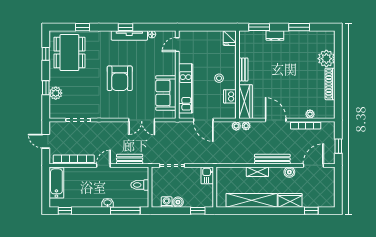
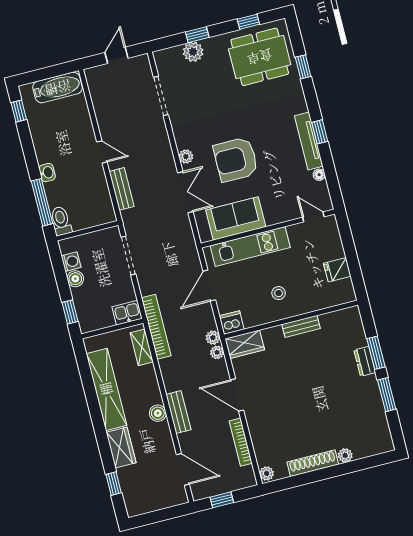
window: (259, 27) -> (376, 353), moved
fridge: (230, 38) -> (337, 270), moved
plant: (326, 59) -> (345, 455), width x0.53, depth x0.53
armchair: (120, 78) -> (236, 159), moved
dishwasher: (230, 96) -> (232, 323), moved
wardrobe: (245, 102) -> (245, 344), width x0.67
plant: (120, 114) -> (186, 157), added
plant: (310, 114) -> (267, 473), moved
double door: (142, 120) -> (185, 192), swing flipped
door: (276, 120) -> (237, 395), swing flipped
bookcase: (74, 159) -> (156, 327), moved
bench: (272, 159) -> (178, 412), width x0.73
shelving: (257, 172) -> (142, 347), moved
boiler: (289, 172) -> (158, 413), moved
toilet: (140, 185) -> (61, 221), moved

